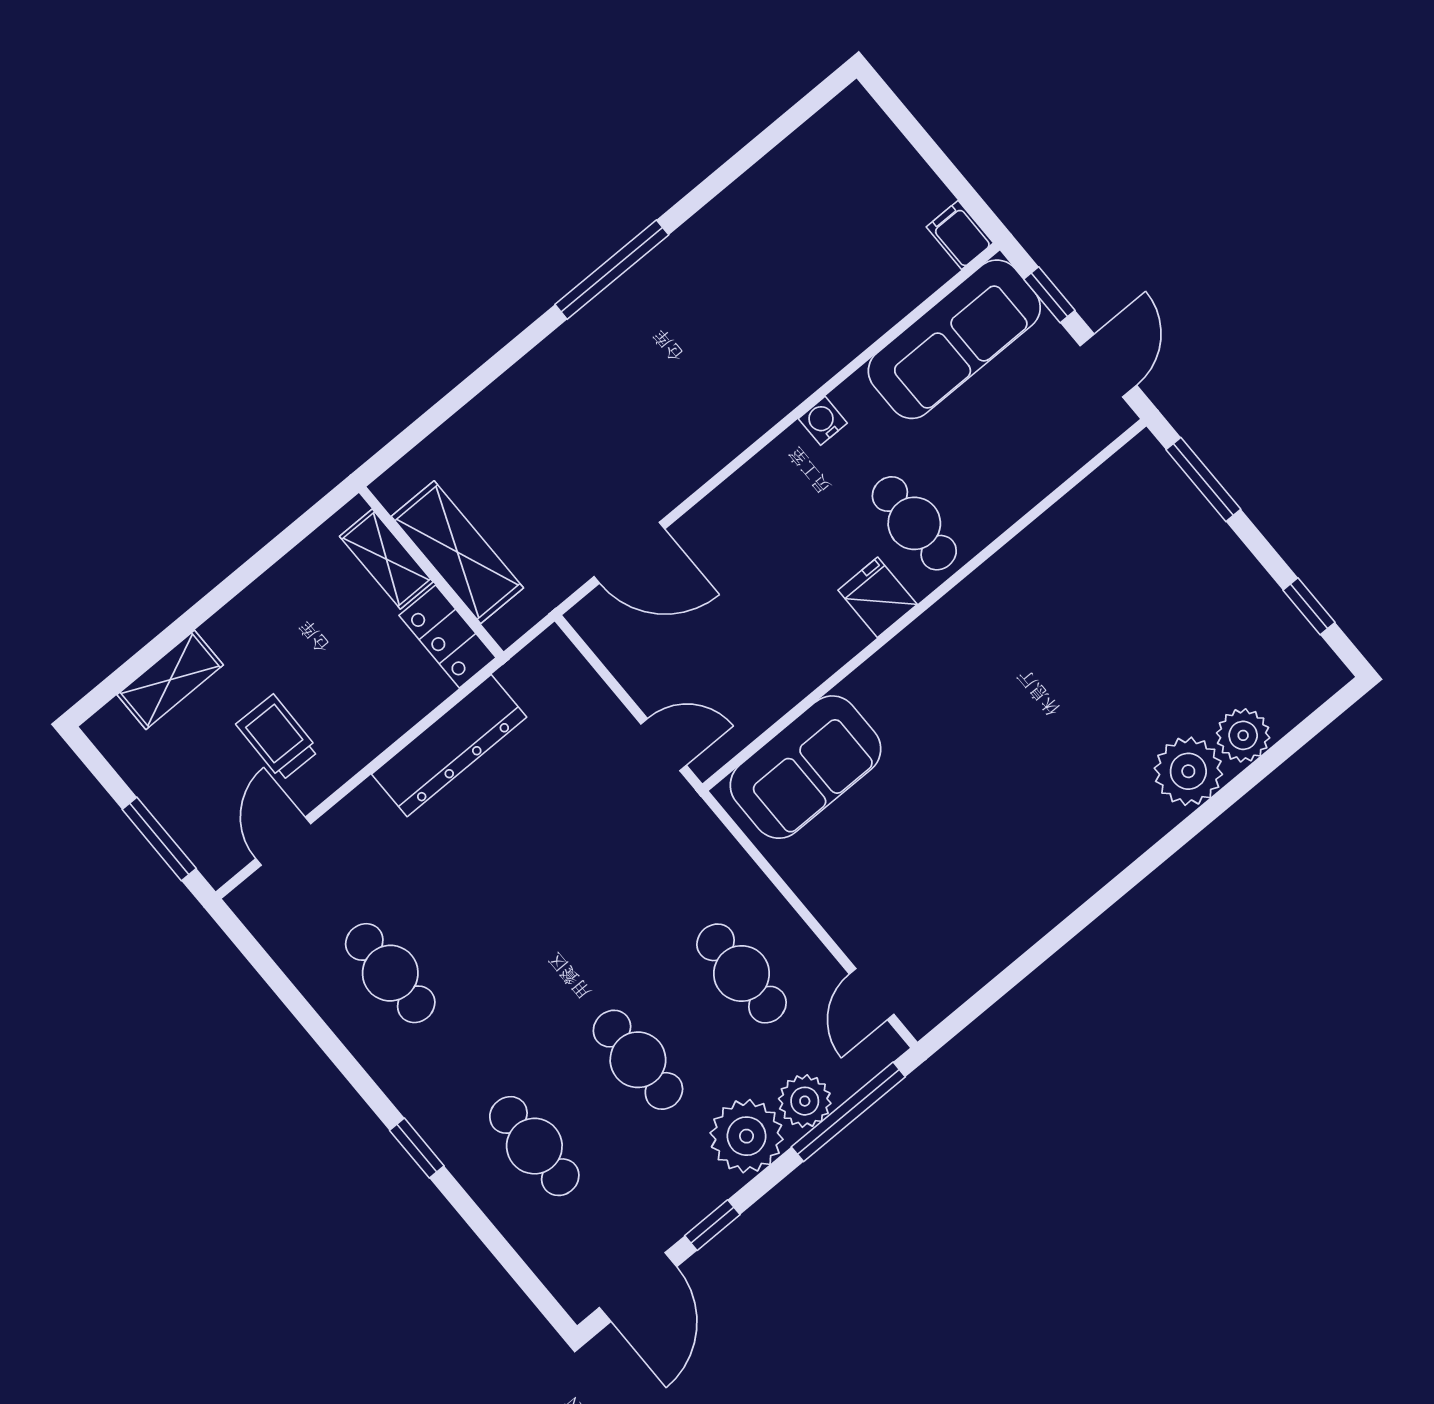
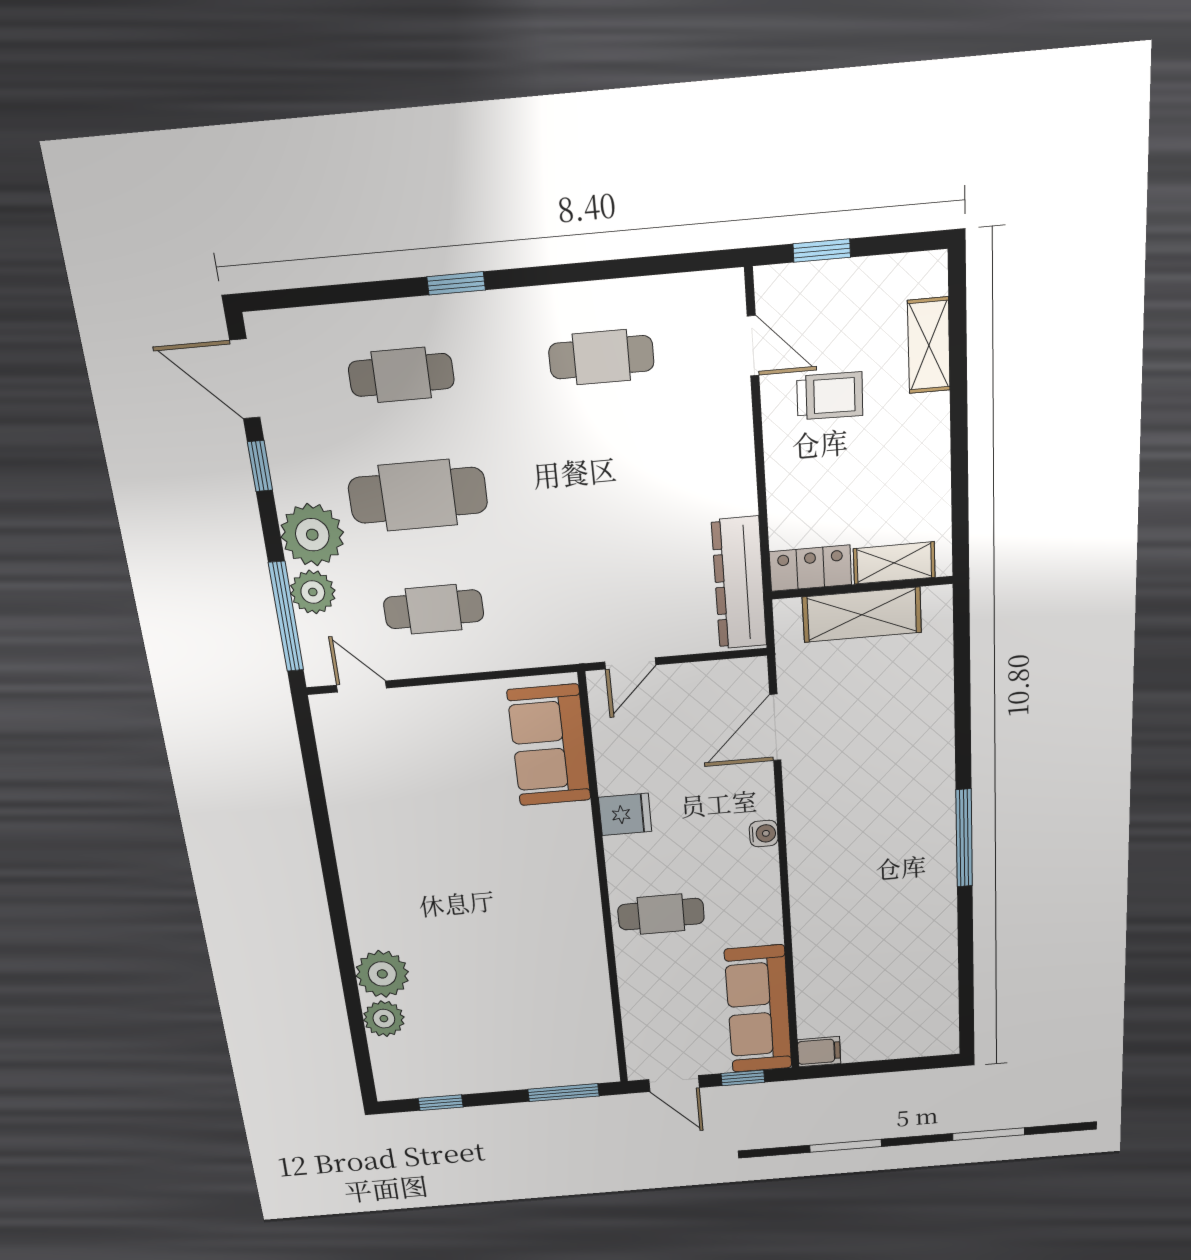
water cooler: (823, 421) -> (764, 834), moved
fridge: (878, 597) -> (625, 814), moved
dresser: (449, 746) -> (739, 583), moved
window: (159, 839) -> (822, 251), width x0.67
cafe table: (638, 1060) -> (418, 495), width x1.37, depth x1.35

